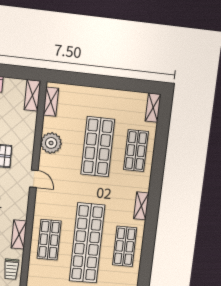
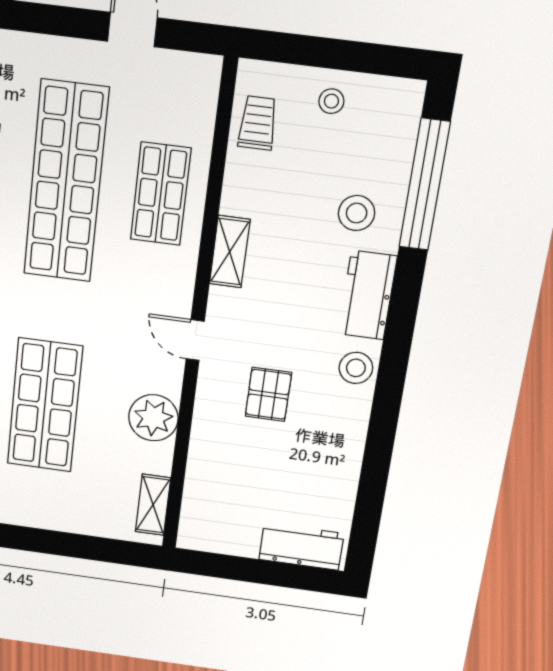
shelving: (32, 95) -> (194, 519), removed
shelving: (19, 234) -> (230, 252), moved

